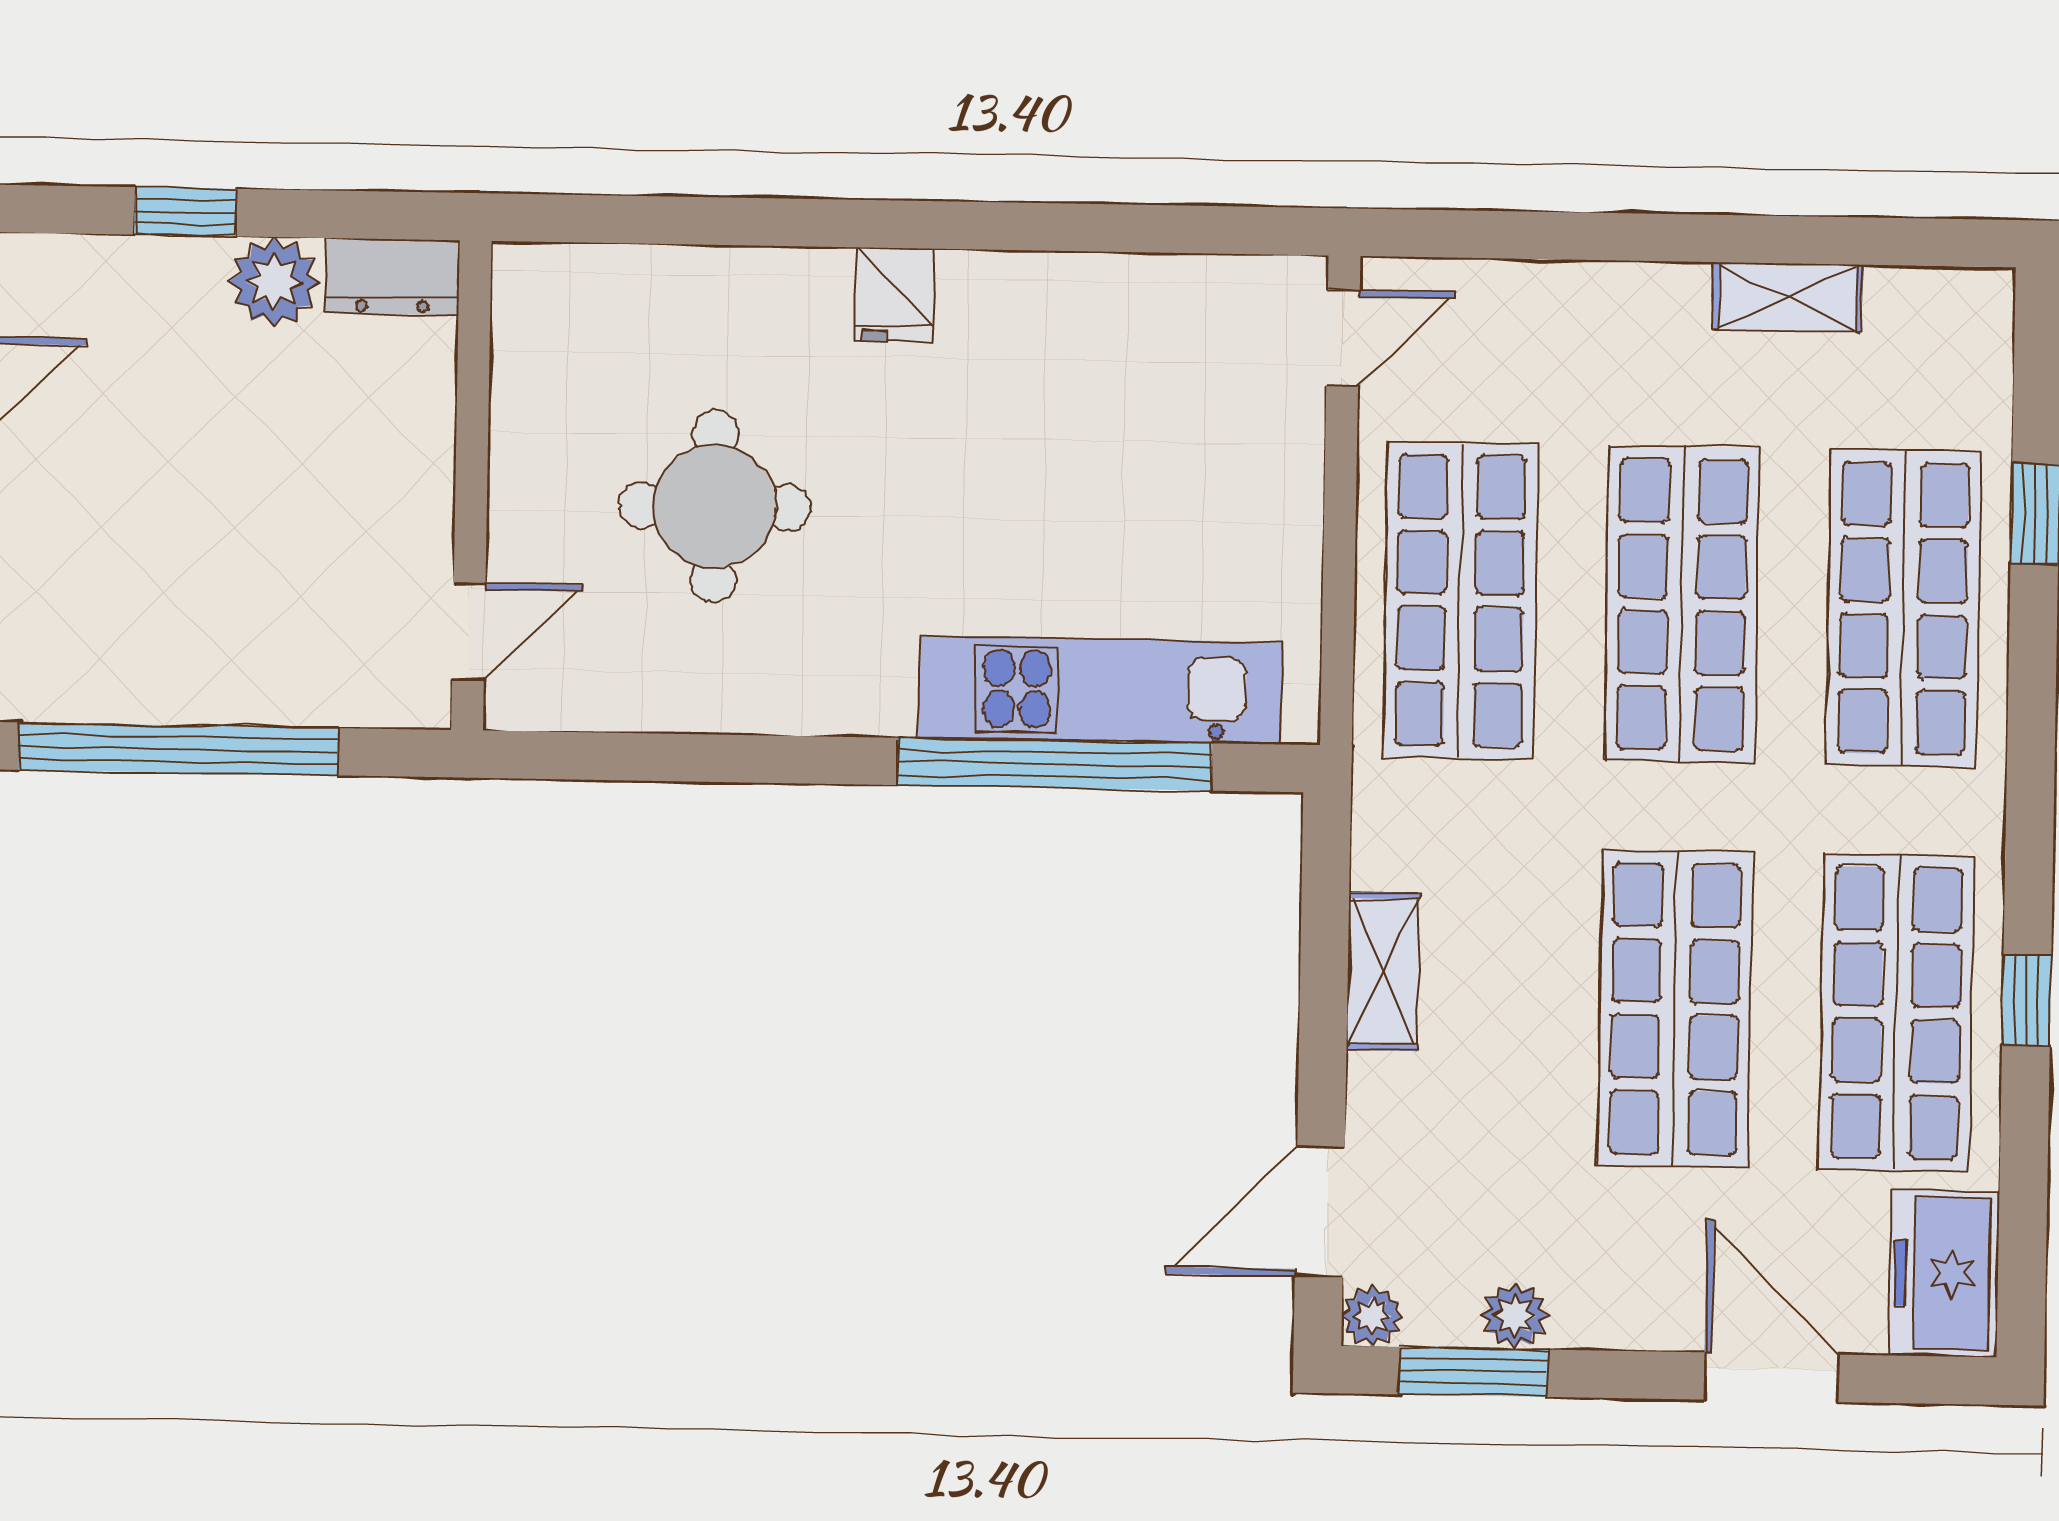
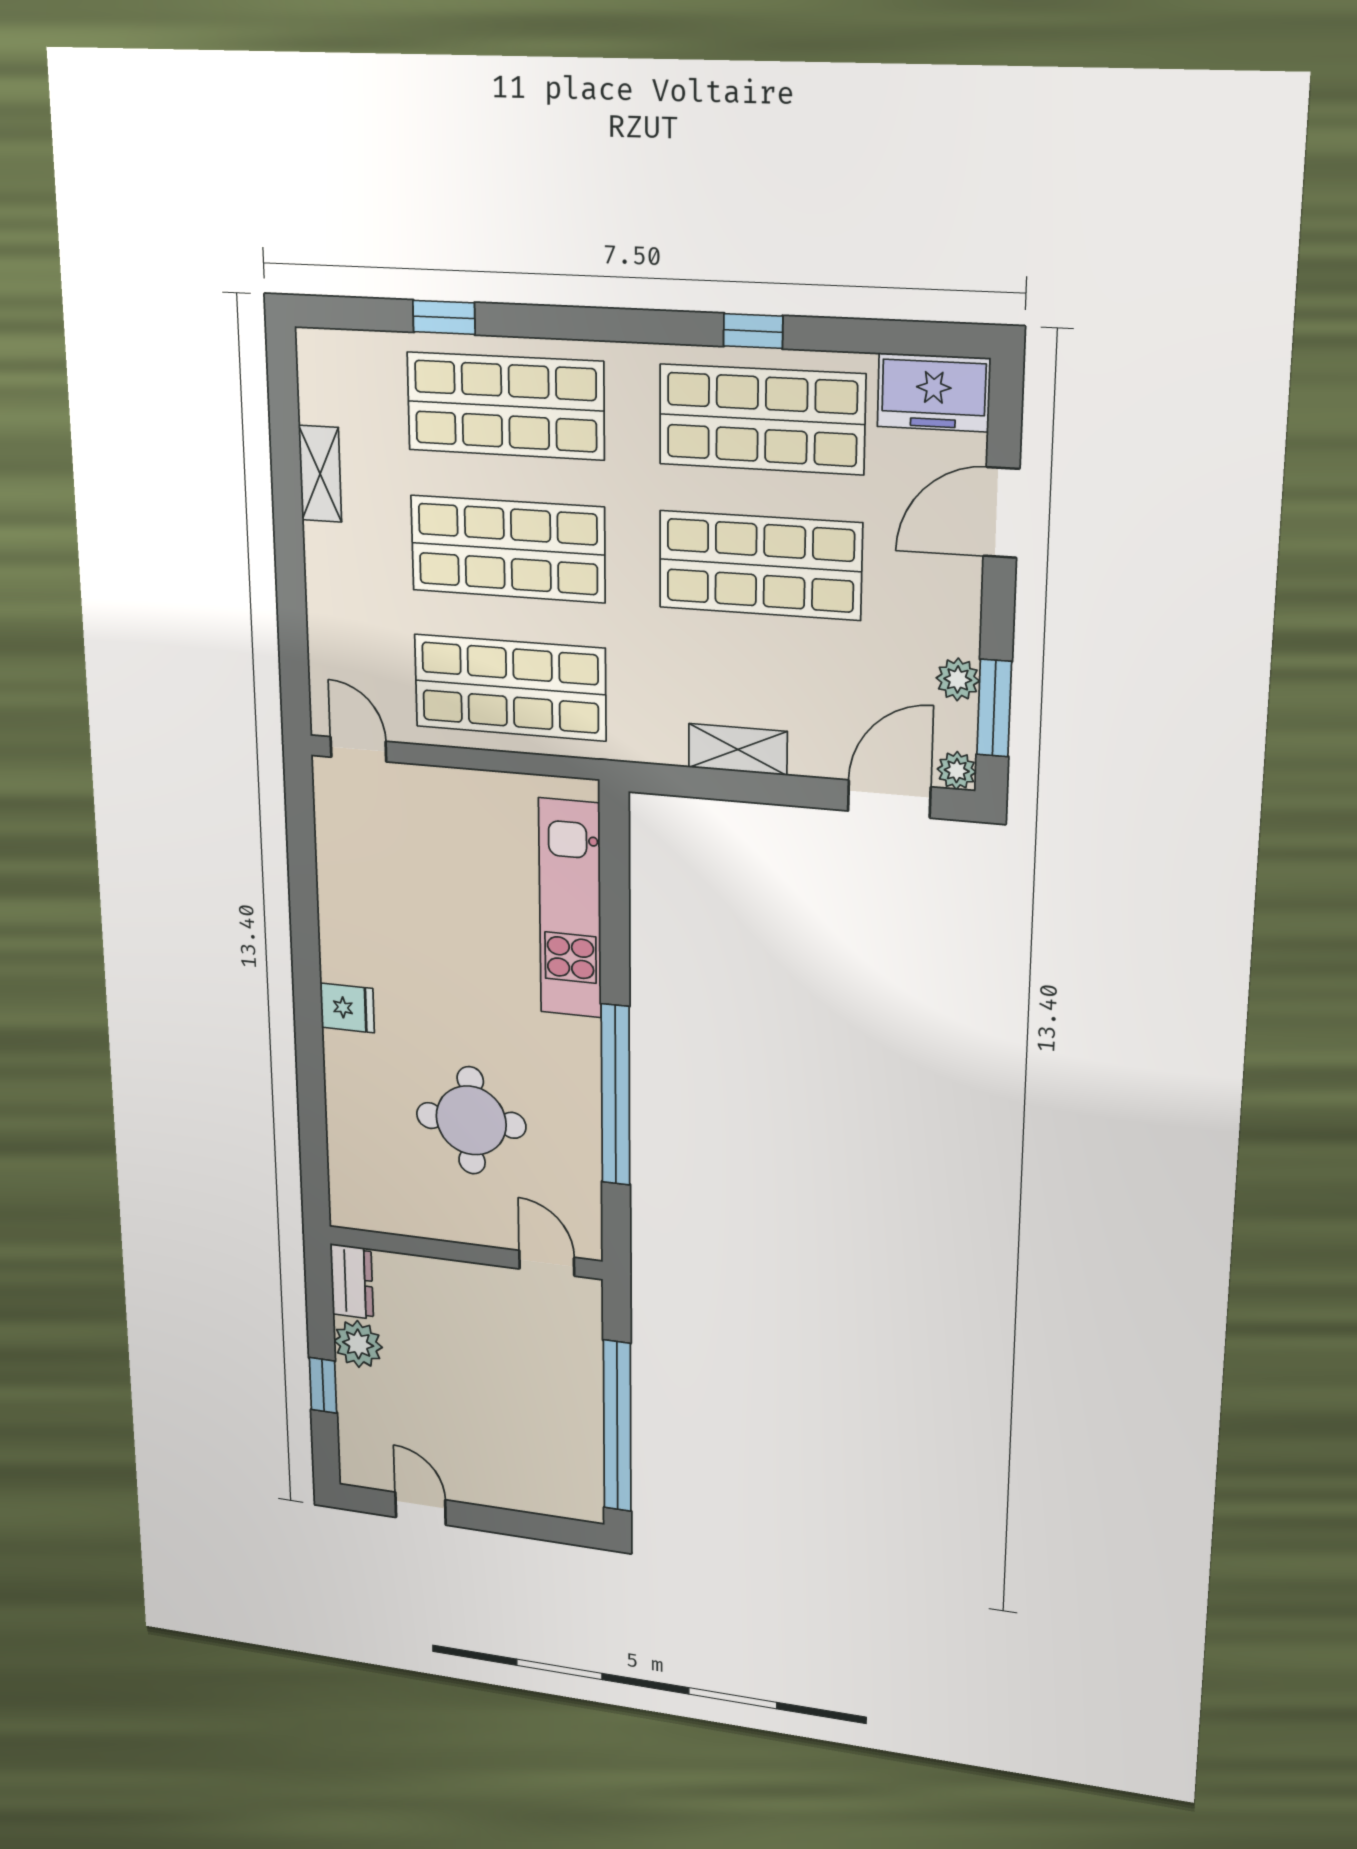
window: (1055, 764) -> (616, 1095), moved
door: (1320, 1212) -> (889, 799), swing flipped

